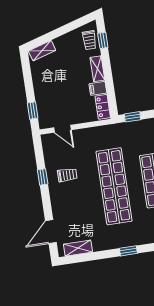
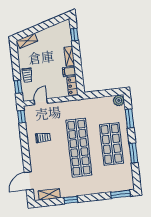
trolley: (89, 40) -> (27, 75), moved
window: (132, 117) -> (95, 94), removed
door: (63, 129) -> (41, 102), swing flipped
window: (43, 177) -> (21, 117), moved
window: (128, 251) -> (71, 200), moved

